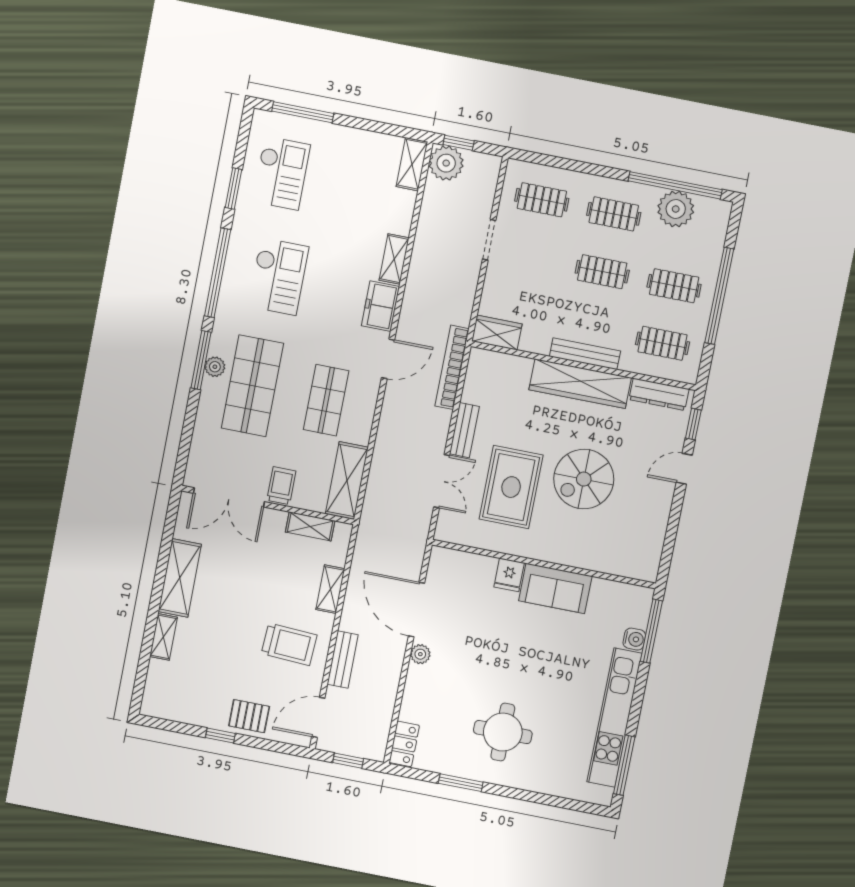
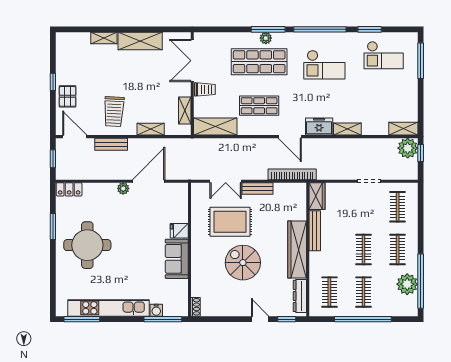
bench: (585, 354) -> (315, 231), moved
shoe rack: (642, 573) -> (195, 307), added
round table: (503, 732) -> (87, 245), width x1.36, depth x1.36

